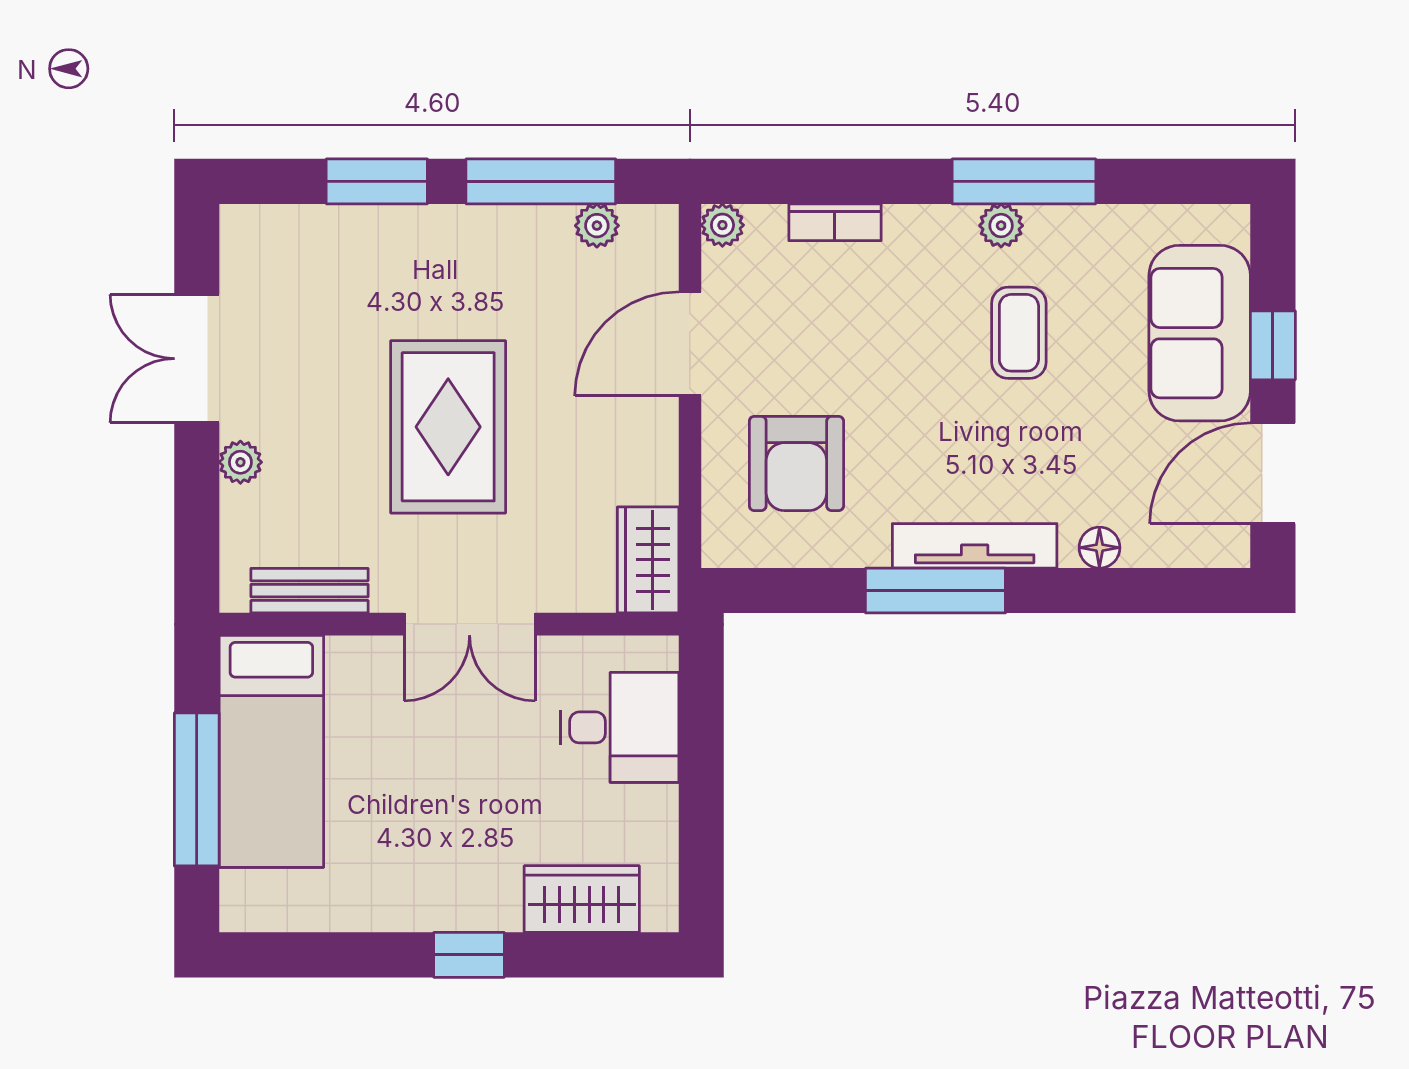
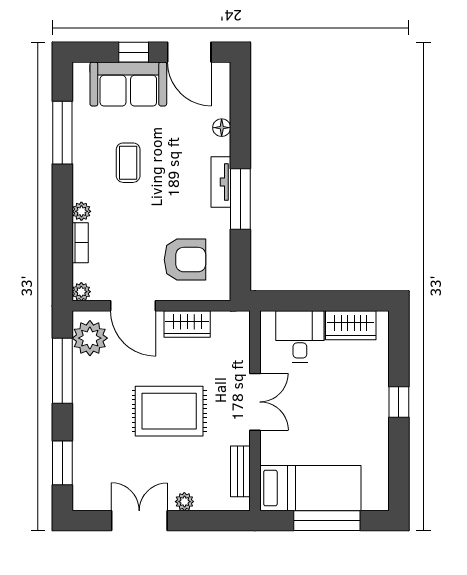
window: (377, 181) -> (62, 463), moved
window: (1024, 181) -> (62, 133), moved
plant: (597, 226) -> (90, 338), width x1.88, depth x1.88
plant: (1001, 226) -> (81, 211), moved
coffee table: (1019, 333) -> (128, 163), turned 90
double door: (197, 359) -> (139, 521), swing flipped
tv unit: (975, 546) -> (221, 182), width x0.71
wardrobe: (648, 560) -> (187, 324), moved
wardrobe: (582, 899) -> (351, 325), moved, turned -90

